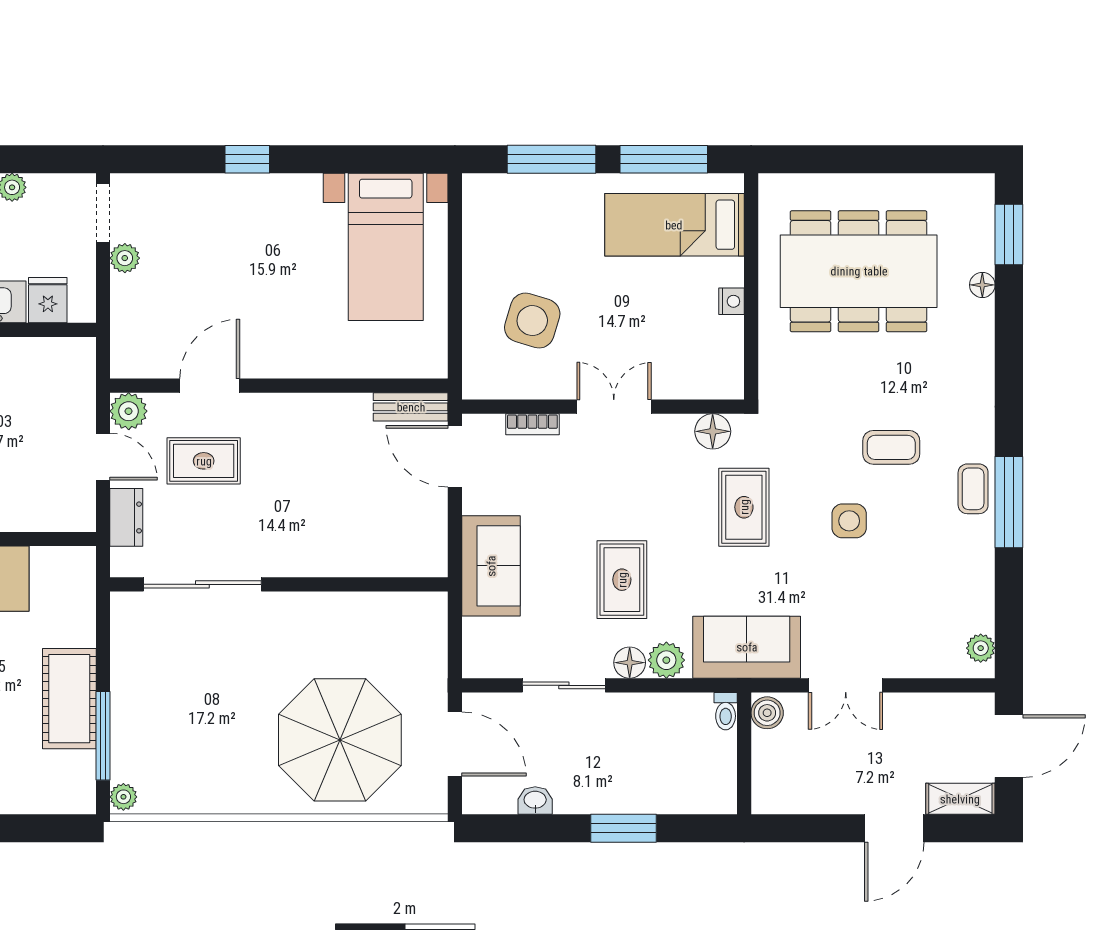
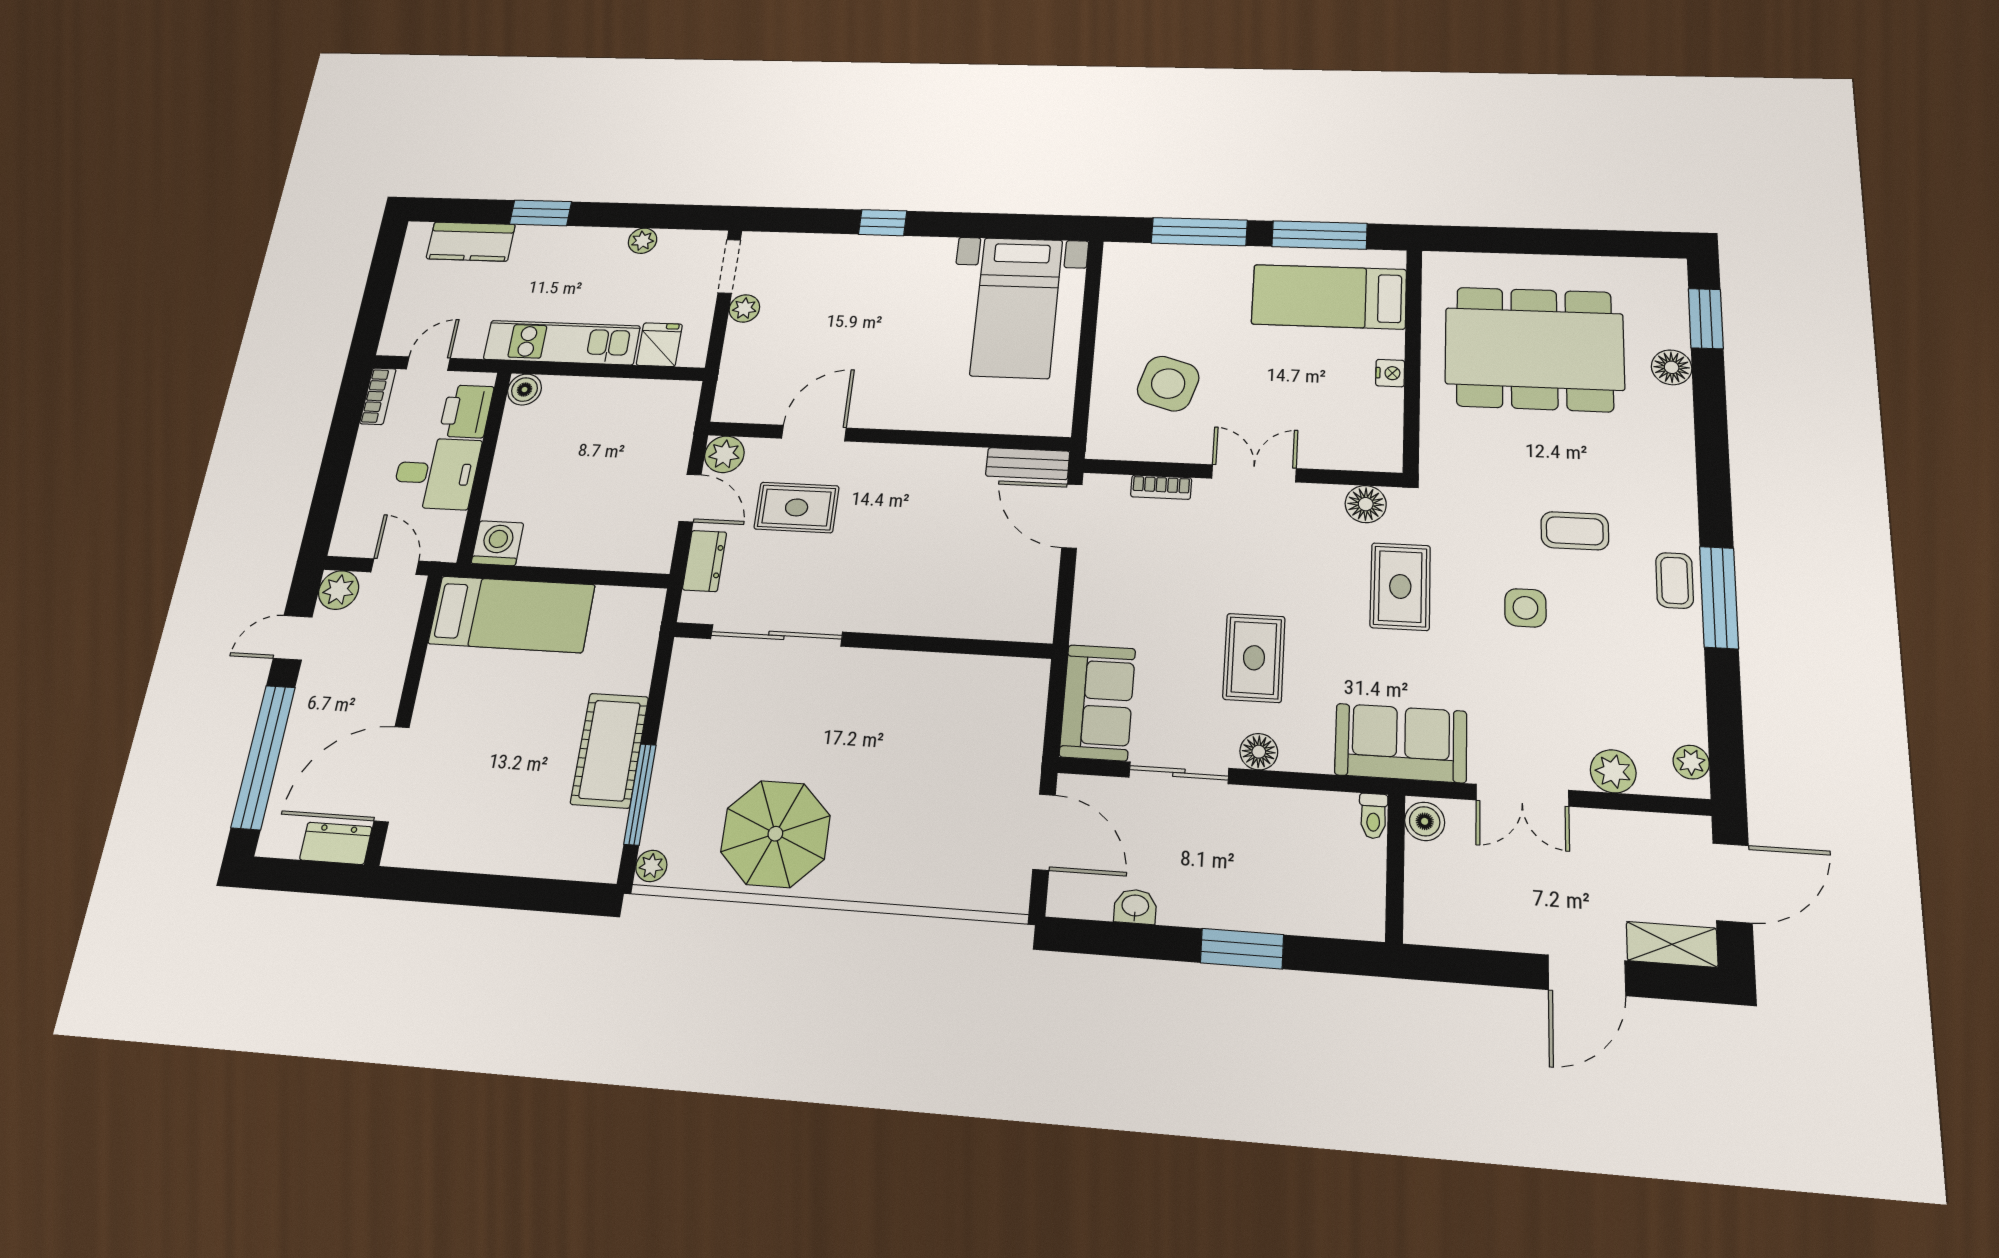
floor lamp: (982, 285) -> (1672, 367), width x1.37, depth x1.37
sofa: (491, 566) -> (1098, 702), moved
plant: (666, 660) -> (1613, 771), moved
parasol: (340, 740) -> (775, 834), moved, width x0.73, depth x0.73

